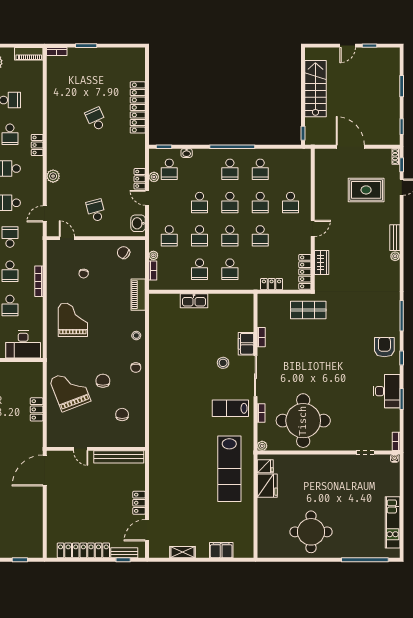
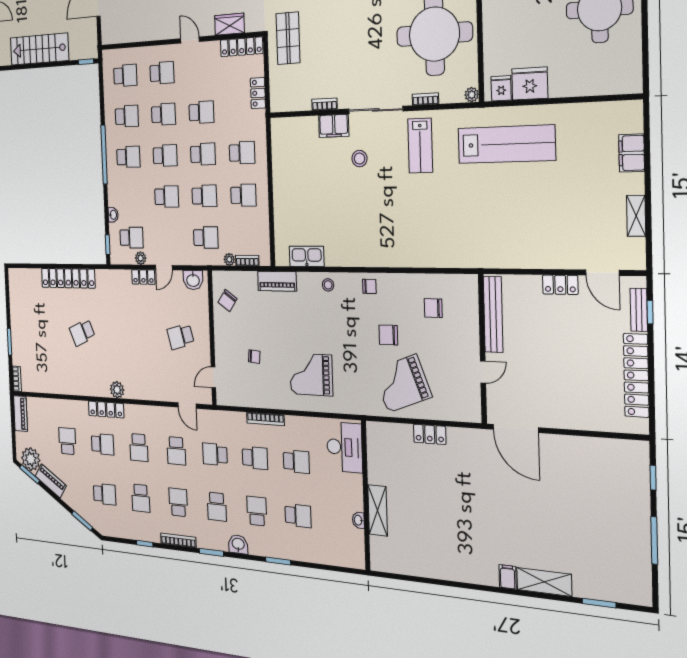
locker: (37, 145) -> (106, 410), width x1.53
school desk: (291, 169) -> (125, 75), added
plant: (53, 176) -> (117, 390), moved
kitchen sink: (194, 301) -> (307, 256), moved, turned -90

